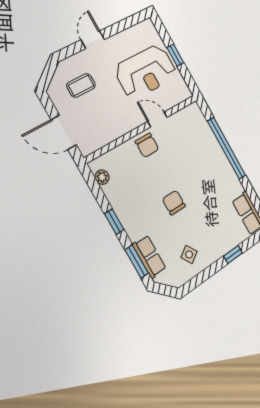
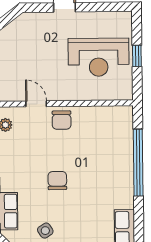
coffee table: (81, 85) -> (31, 41), removed
door: (157, 119) -> (36, 104), moved

